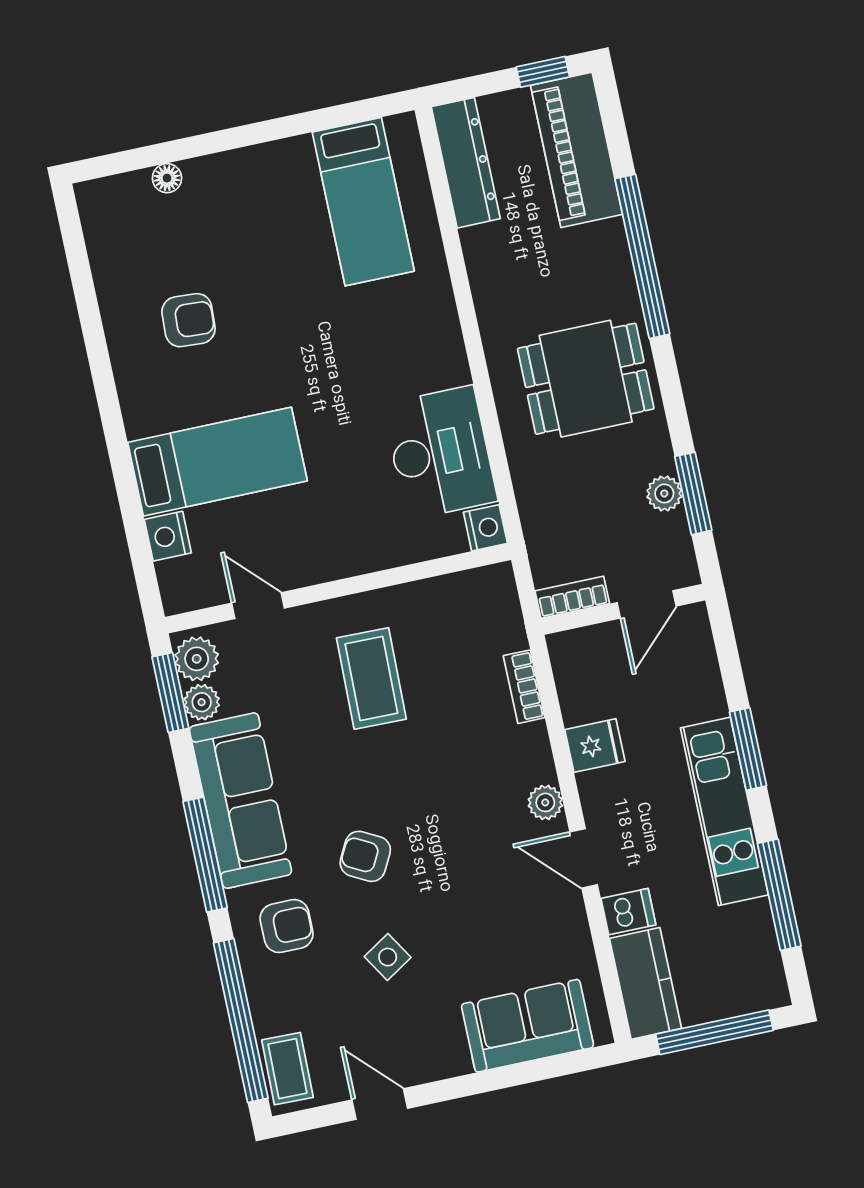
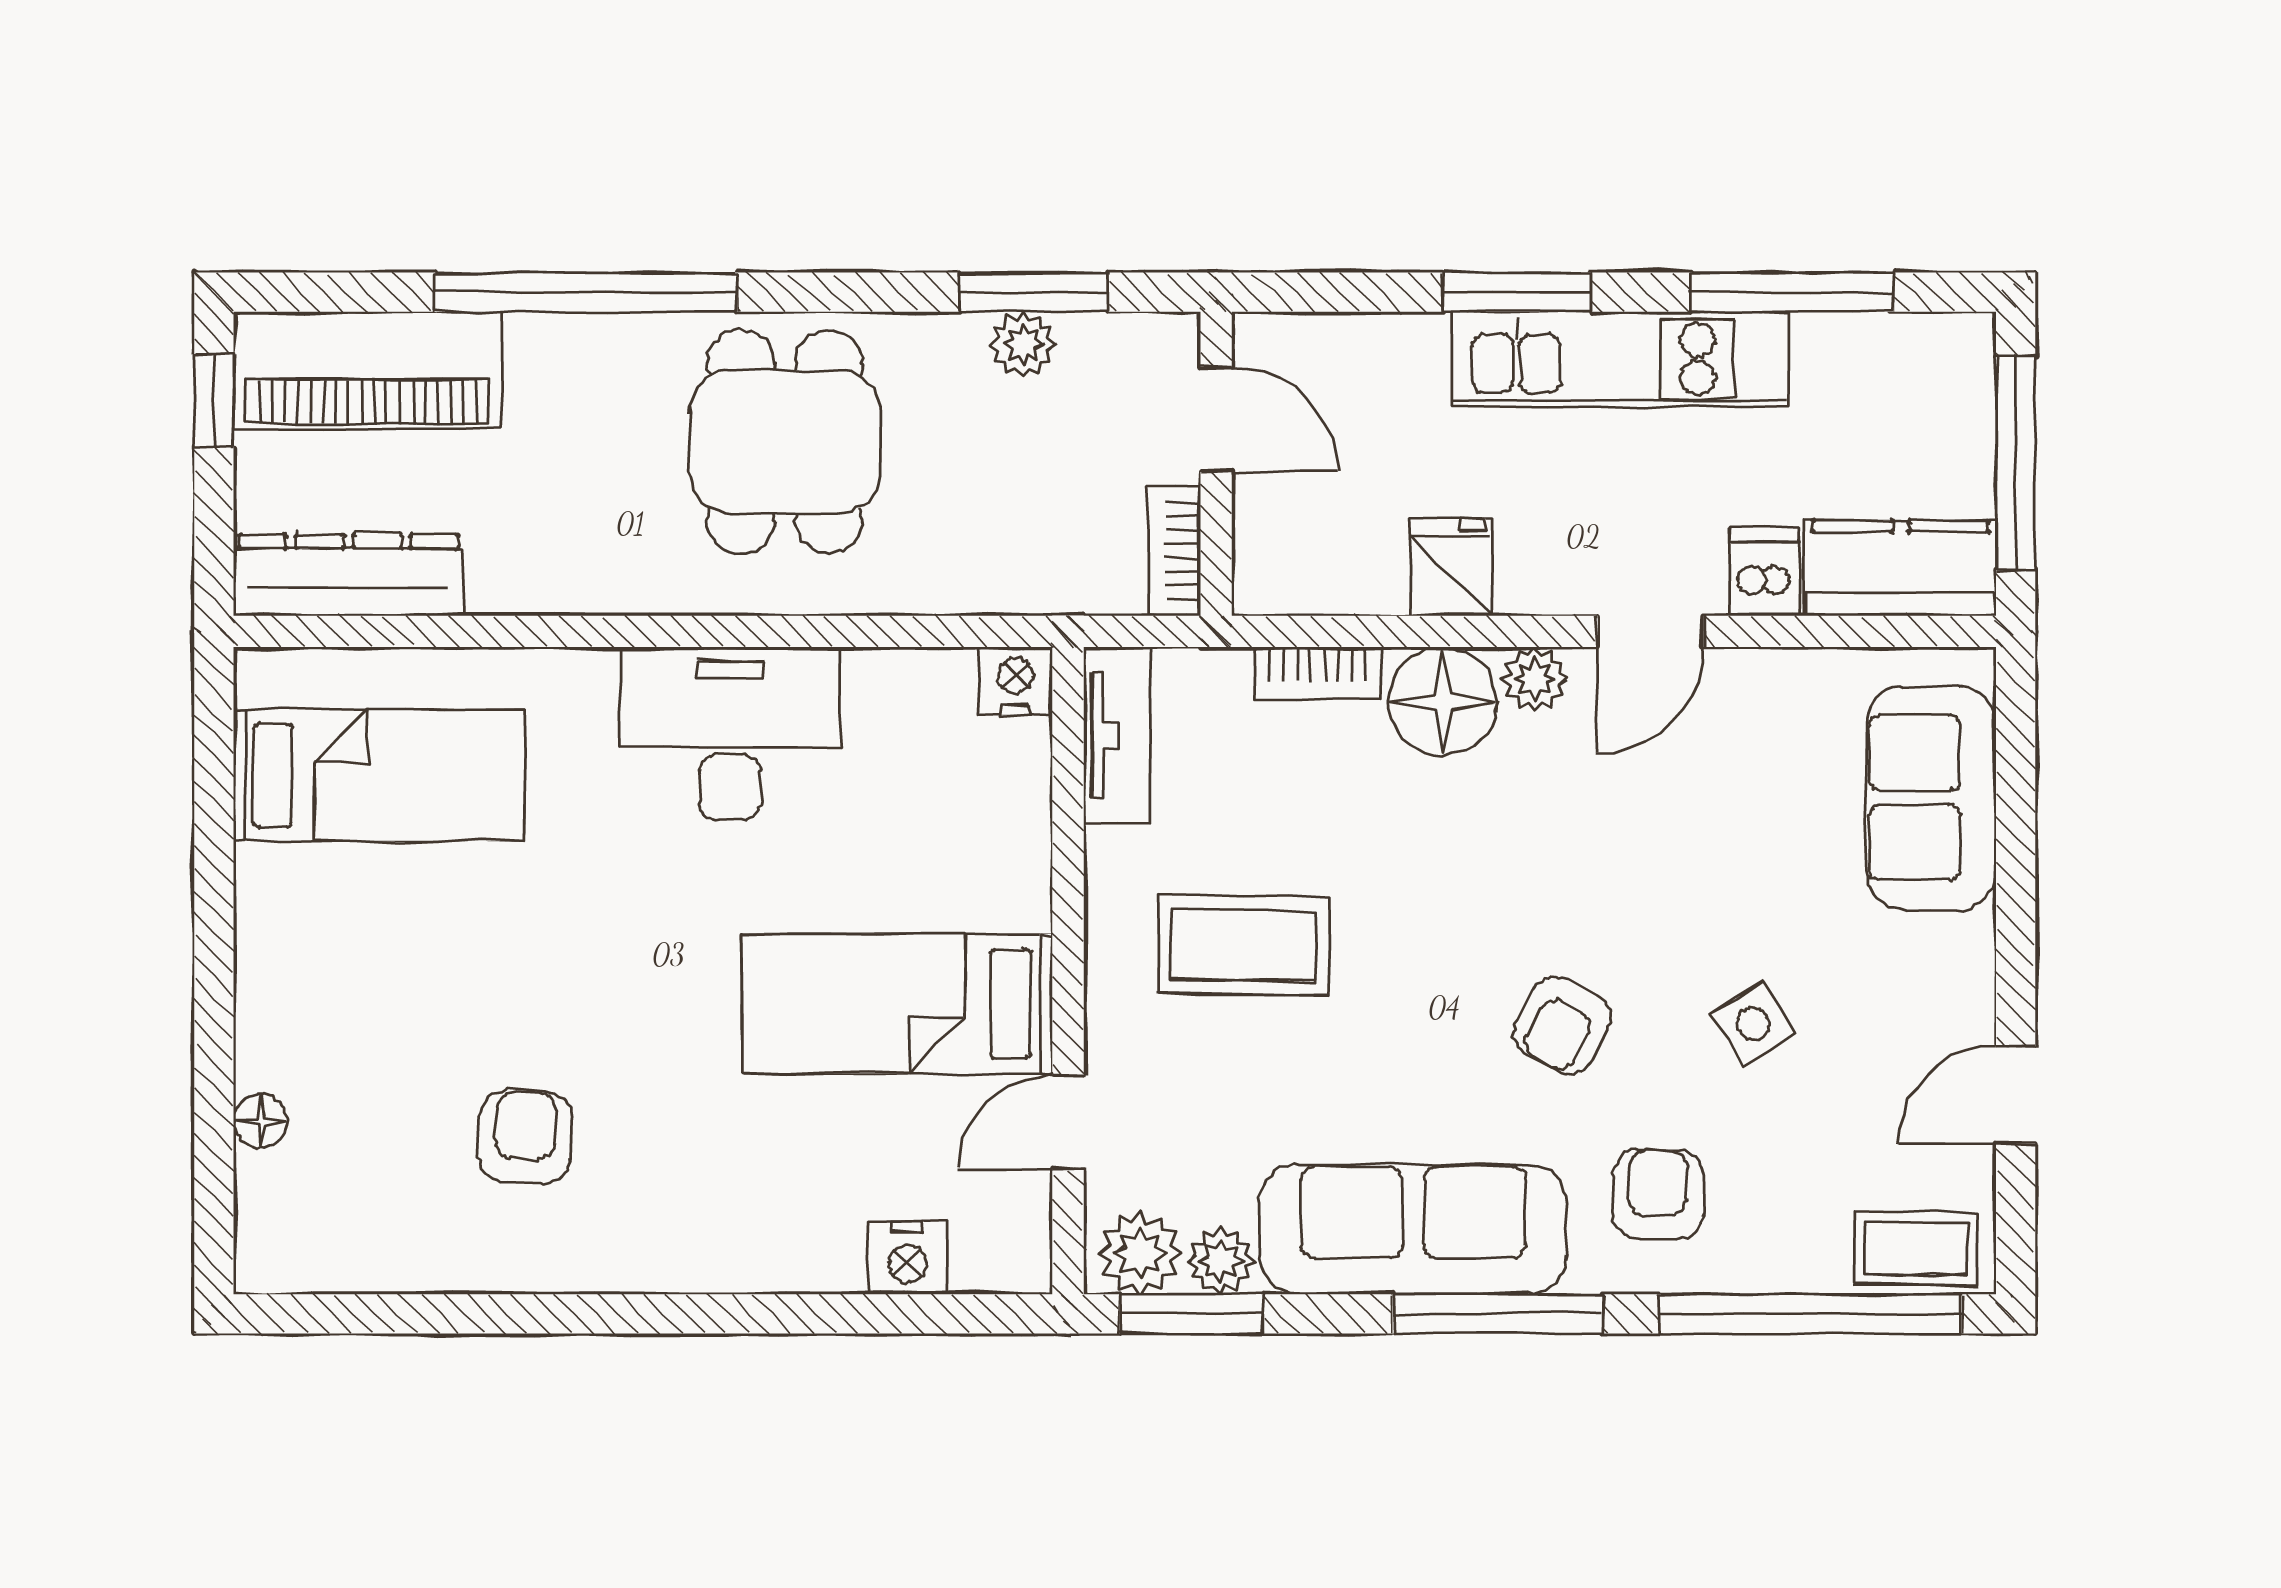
desk: (440, 453) -> (730, 734), moved
bed: (217, 462) -> (897, 1004), moved, turned -90
tv unit: (468, 588) -> (1117, 736), added
floor lamp: (523, 756) -> (1442, 701), added

